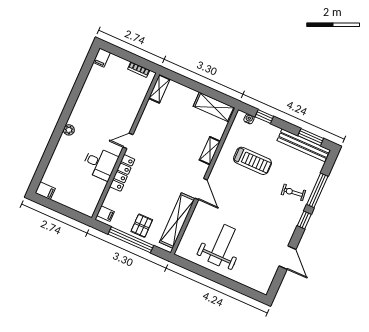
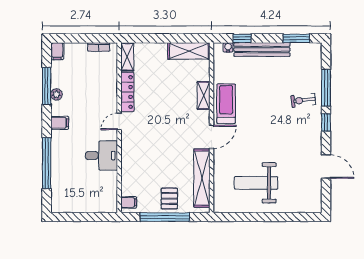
window: (80, 83) -> (47, 86), added
plant: (69, 130) -> (56, 94), moved
bench: (303, 145) -> (262, 50), moved
window: (50, 149) -> (47, 163), added
treadmill: (253, 161) -> (226, 104), moved, turned -90
locker: (122, 173) -> (127, 92), moved
door: (201, 189) -> (212, 137), hinge flipped
filing cabinet: (45, 191) -> (60, 123), moved
weight bench: (222, 245) -> (256, 183), turned -90

